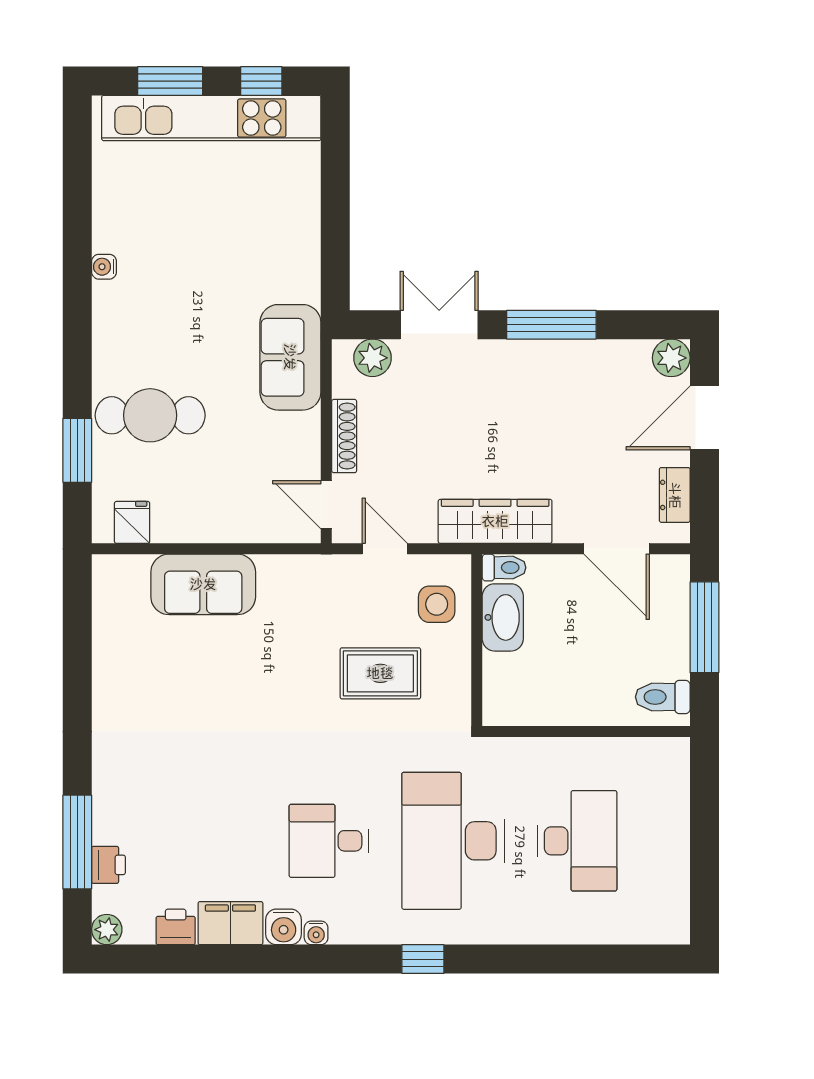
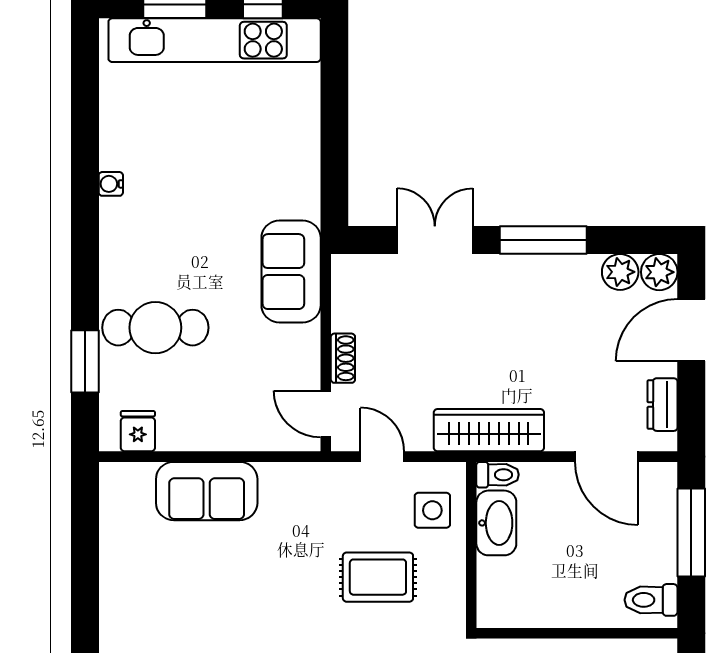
plant: (372, 358) -> (620, 272), moved
shoe rack: (344, 436) -> (343, 358), width x0.70

